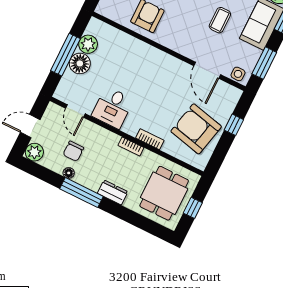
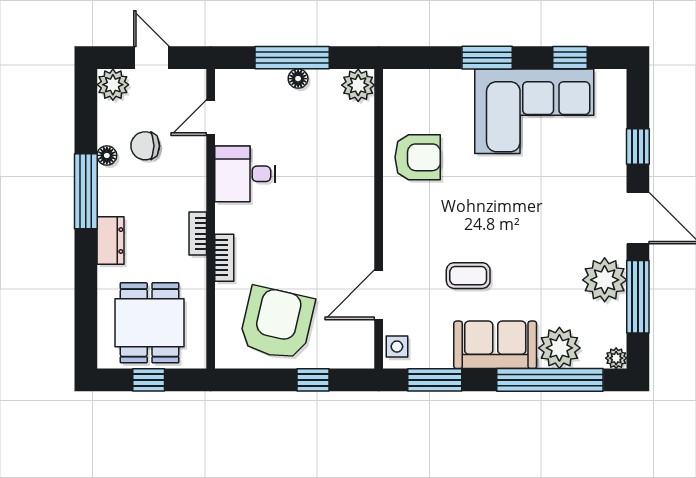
plant: (88, 44) -> (358, 85), moved
floor lamp: (80, 63) -> (298, 79), width x0.53, depth x0.53
dining table: (164, 193) -> (150, 323), turned 90

